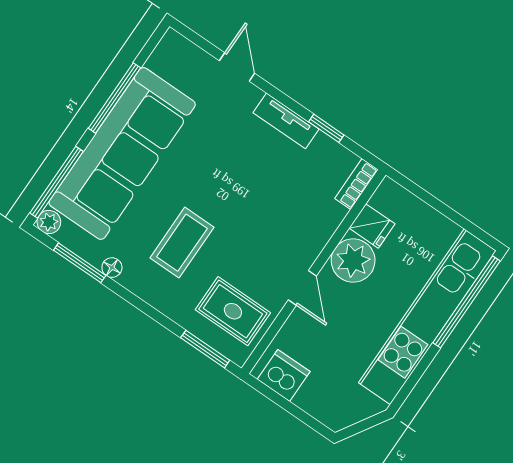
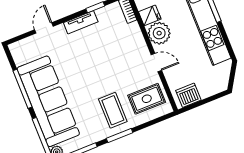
door: (237, 67) -> (44, 28), hinge flipped
coffee table: (182, 243) -> (113, 110), moved
floor lamp: (112, 268) -> (94, 138), removed
window: (205, 349) -> (120, 136), moved

